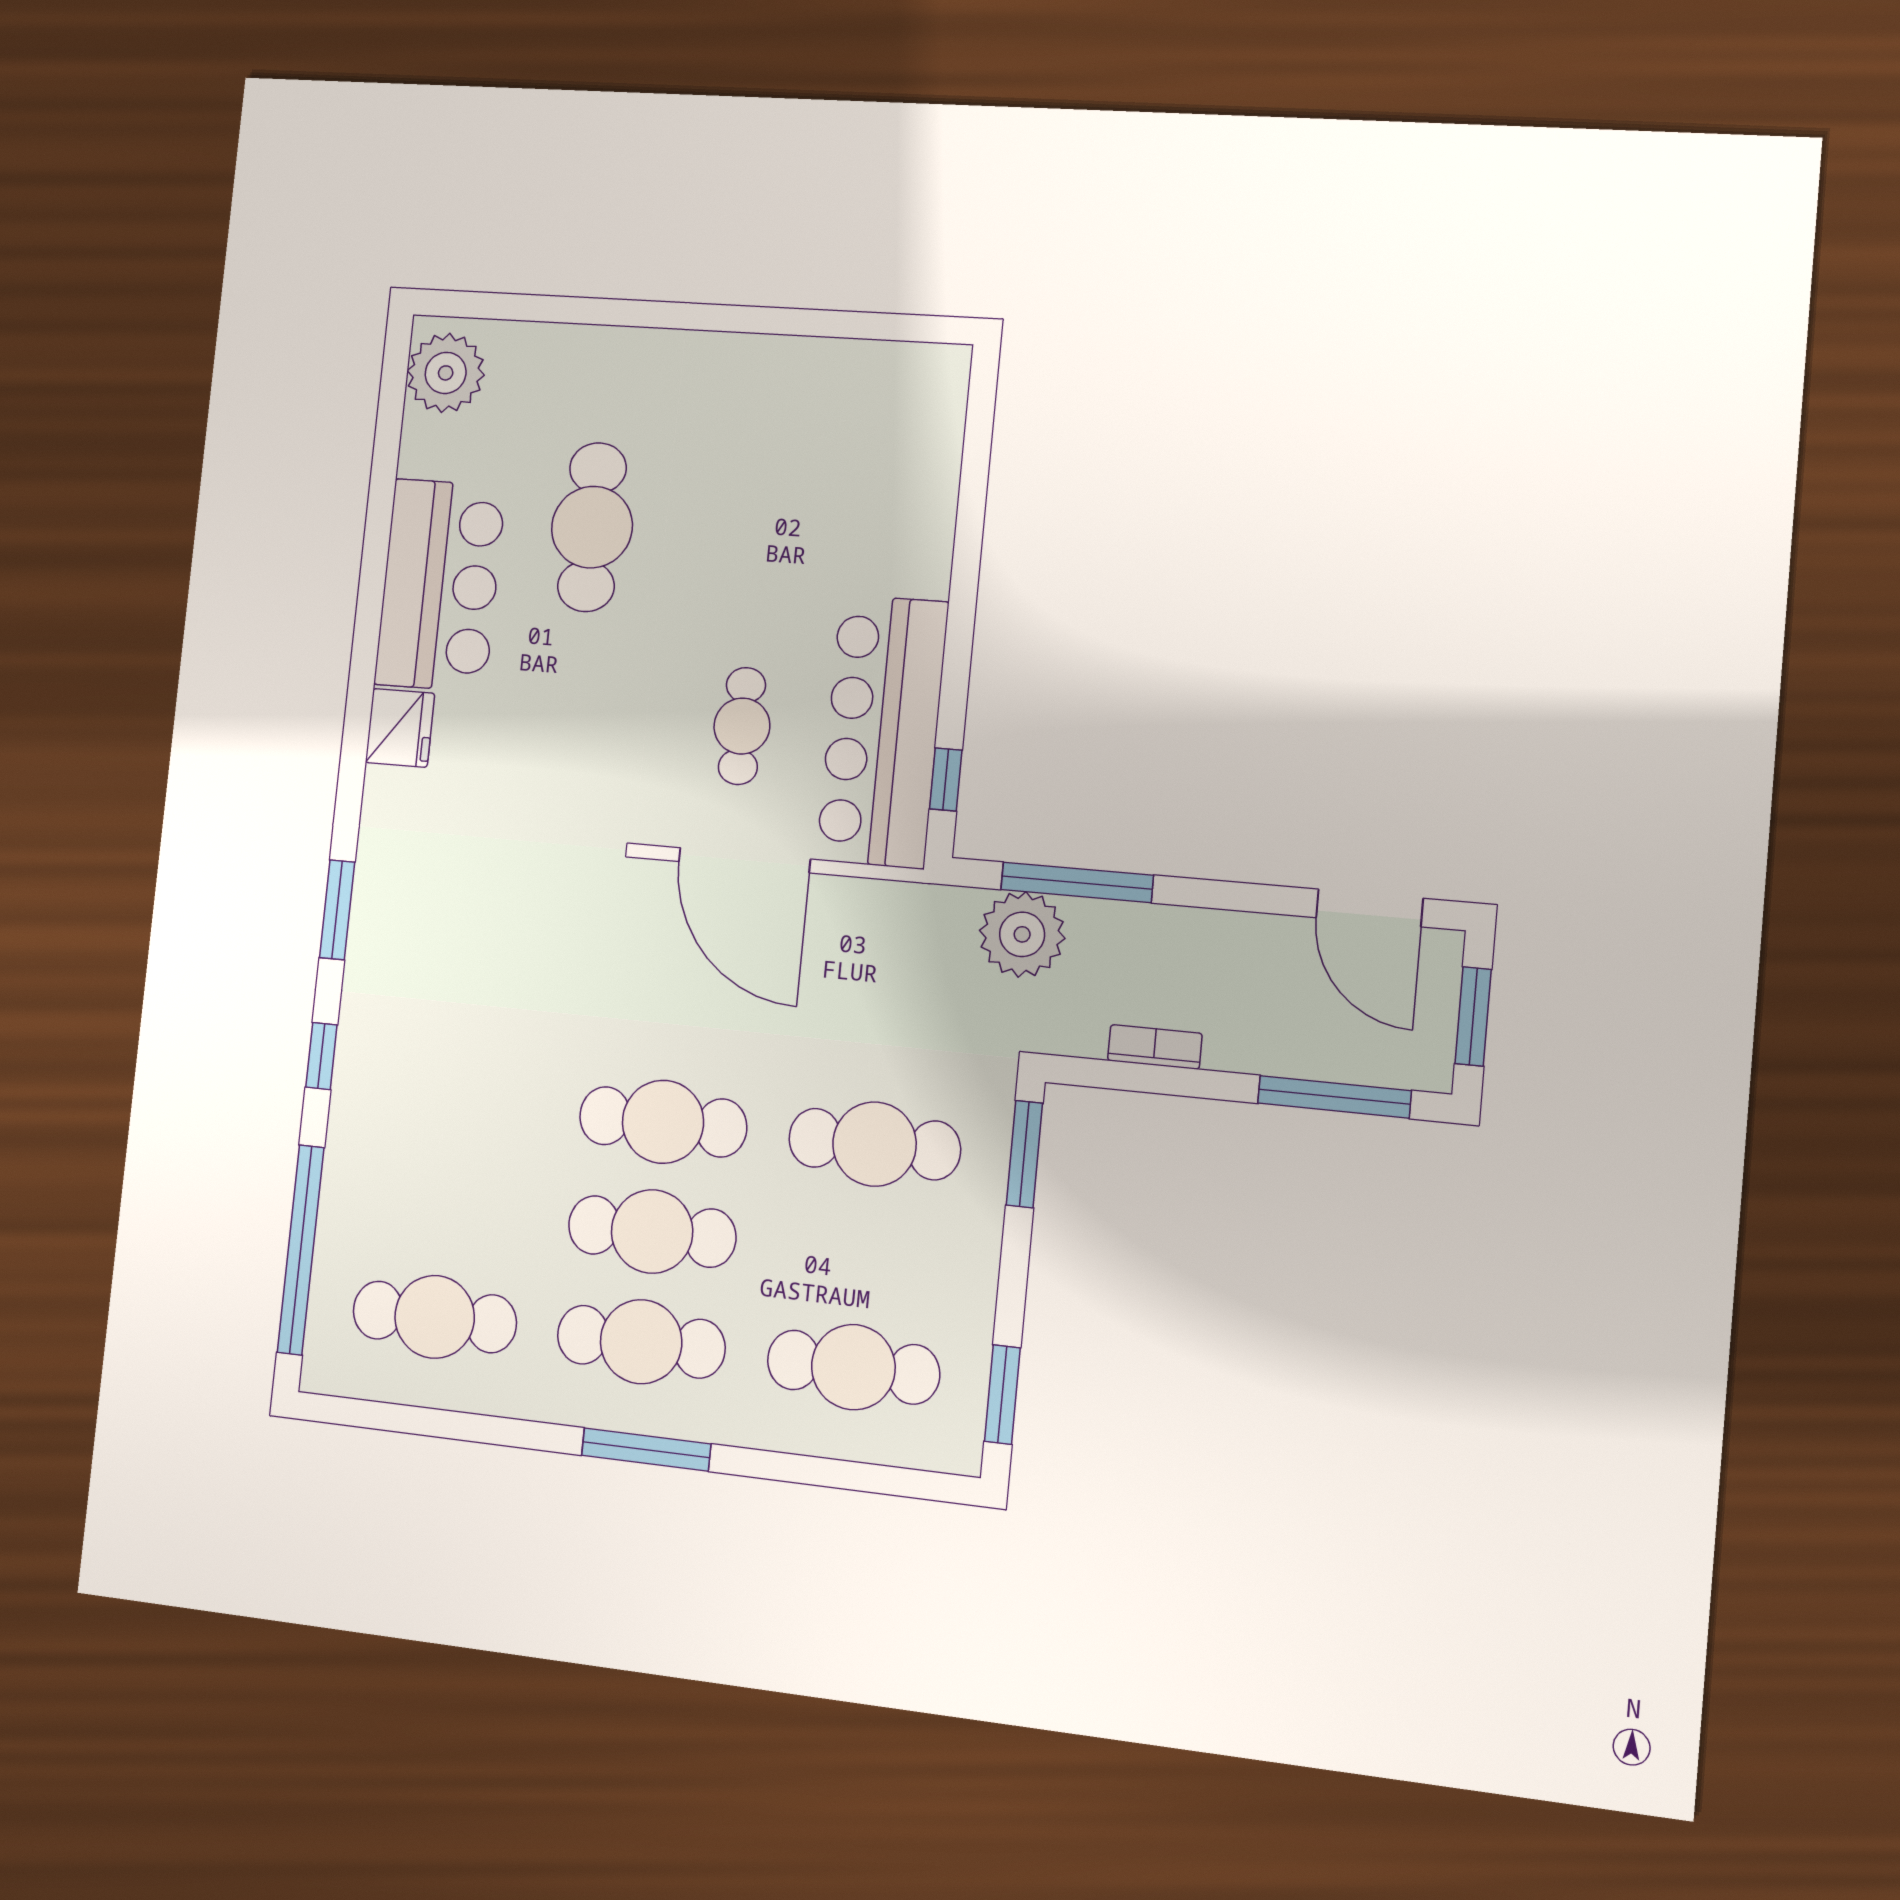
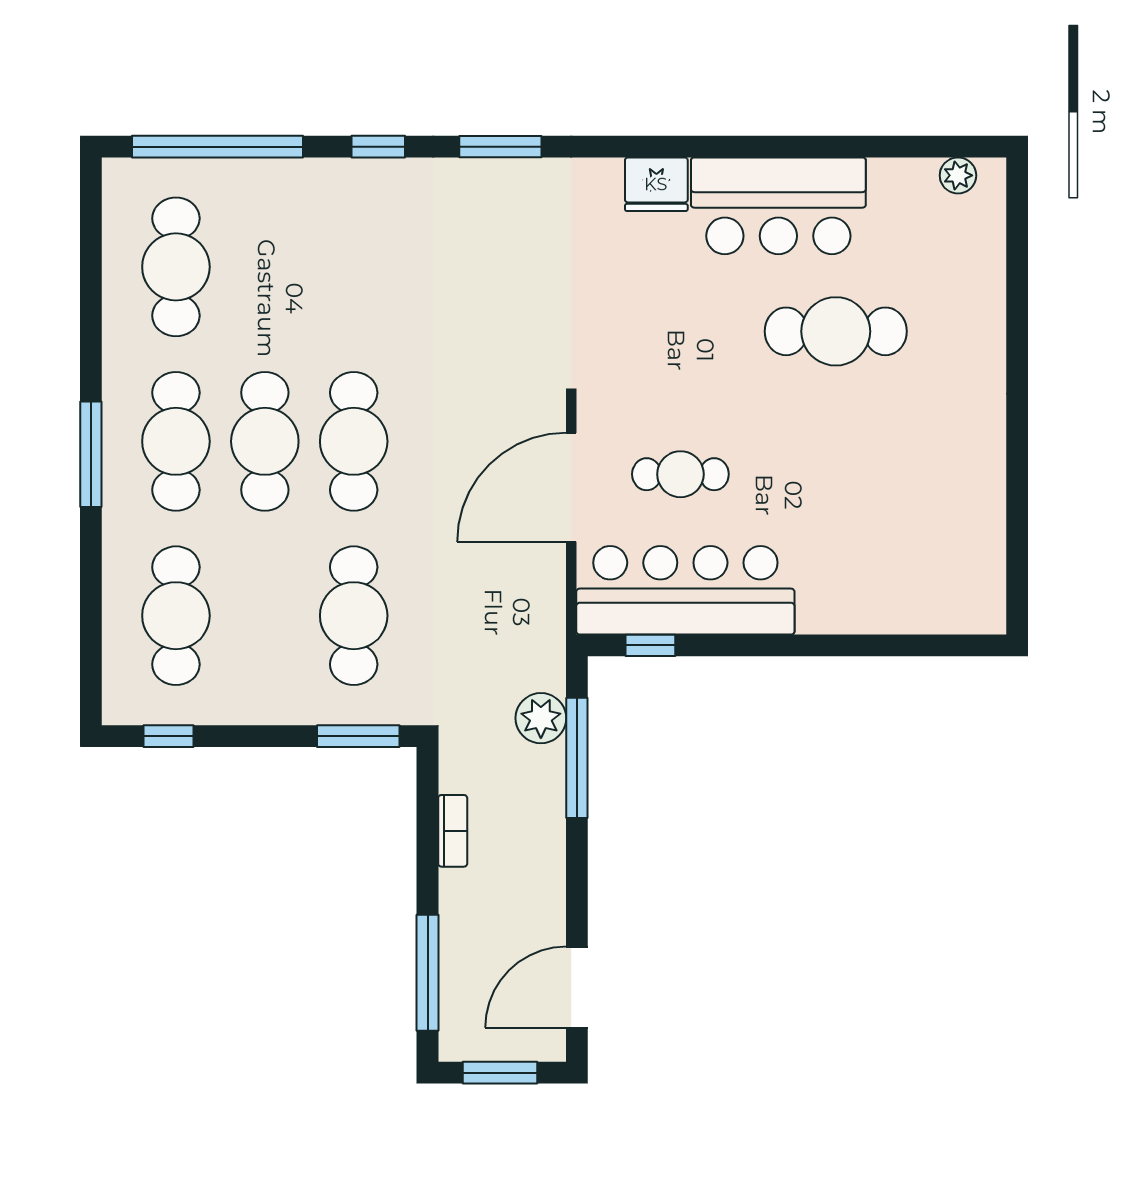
plant: (446, 373) -> (958, 175), width x0.53, depth x0.53
plant: (1022, 934) -> (541, 718), width x0.73, depth x0.73
window: (1002, 1395) -> (169, 736), width x0.67

